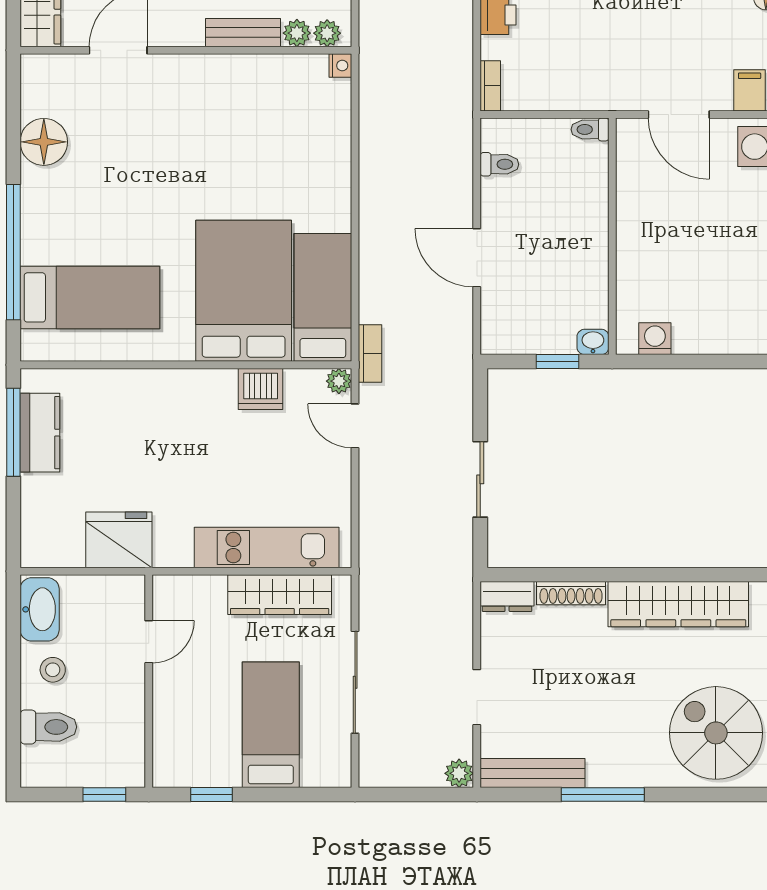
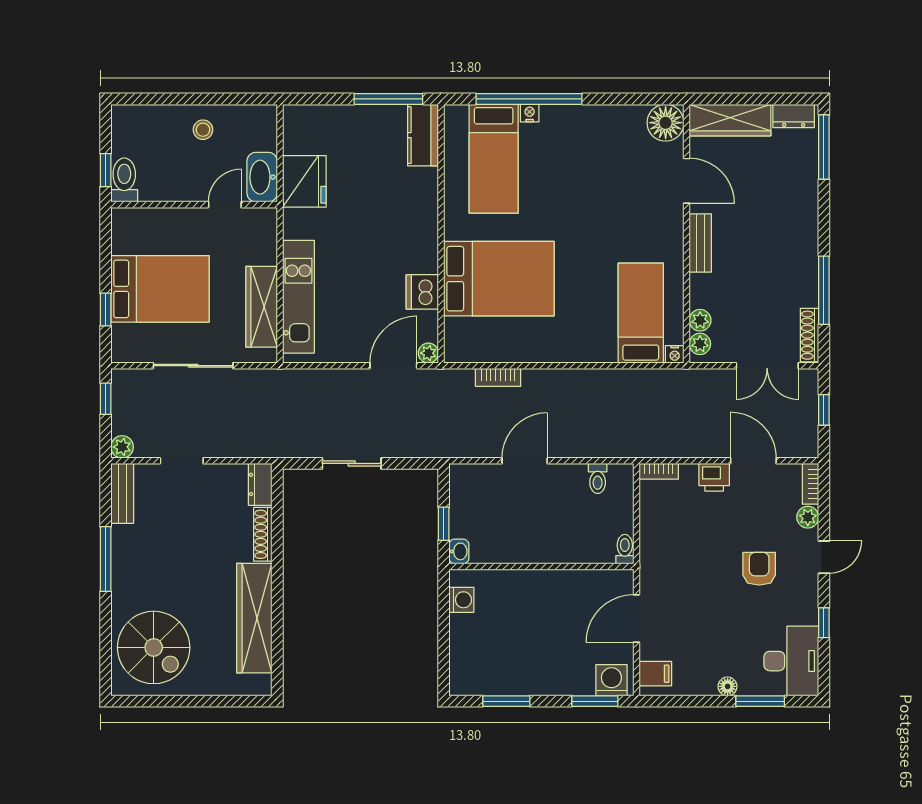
bench: (243, 33) -> (700, 243), moved
floor lamp: (44, 142) -> (666, 123), moved
nightstand: (31, 251) -> (530, 113), added
bed: (323, 297) -> (641, 313), moved, turned -90
bookcase: (370, 354) -> (498, 377), moved
door: (355, 426) -> (393, 366), width x1.37
kitchen counter: (40, 433) -> (423, 135), moved, turned 90
washbasin: (40, 609) -> (262, 177), moved, turned 90
door: (149, 642) -> (225, 205), swing flipped
bed: (271, 725) -> (160, 289), width x1.50
toilet: (48, 727) -> (124, 180), moved, turned 180
spiral stairs: (716, 733) -> (154, 647), turned 90
bench: (533, 773) -> (122, 493), width x0.73
window: (212, 795) -> (106, 310), moved
window: (397, 795) -> (106, 399), added

